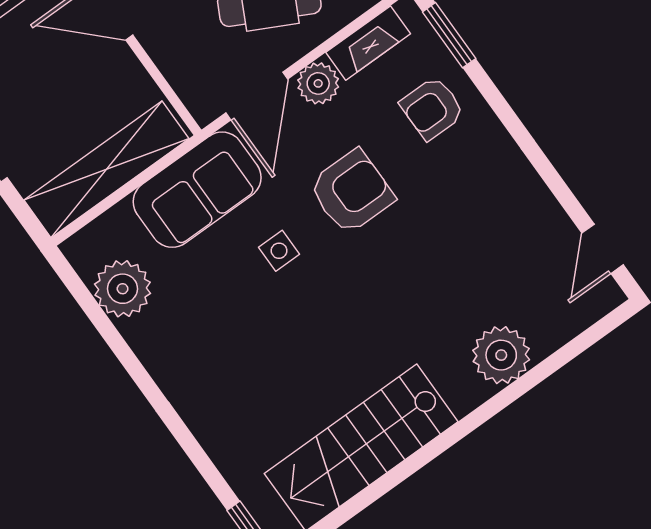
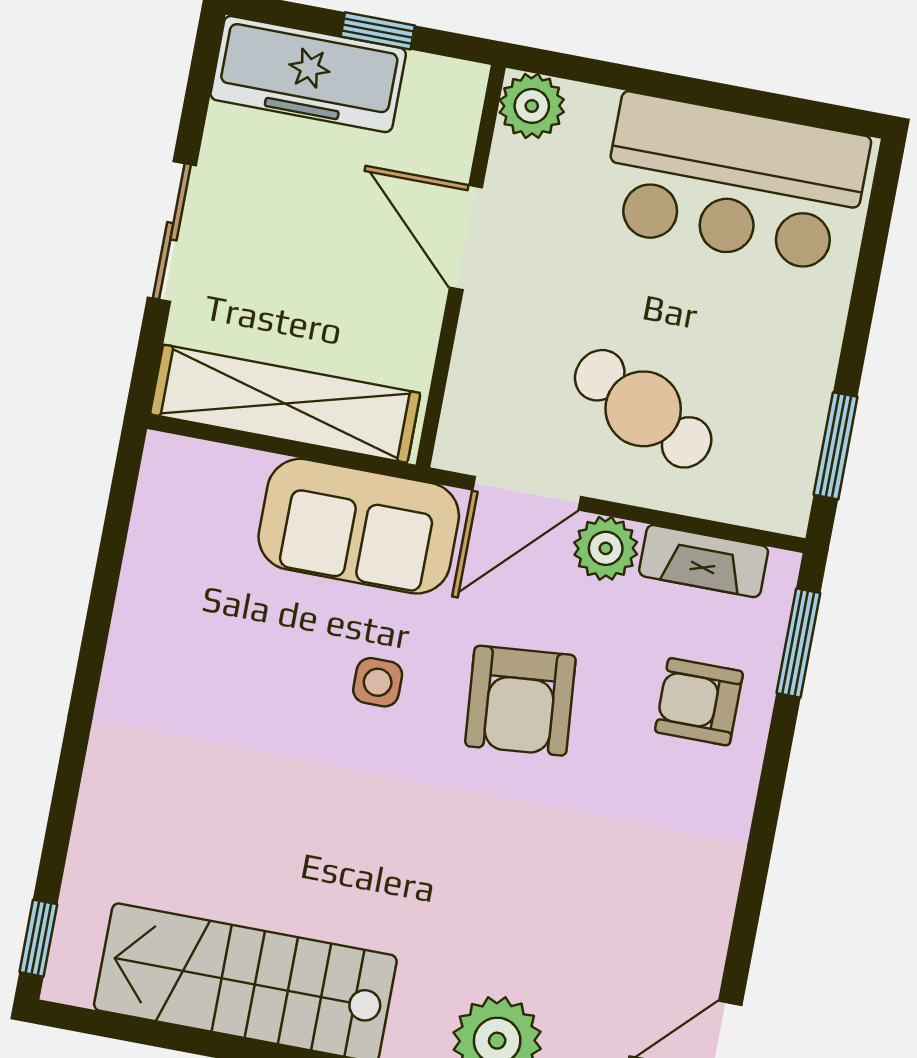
armchair: (352, 192) -> (520, 701), turned 85
plant: (123, 289) -> (169, 548), removed

